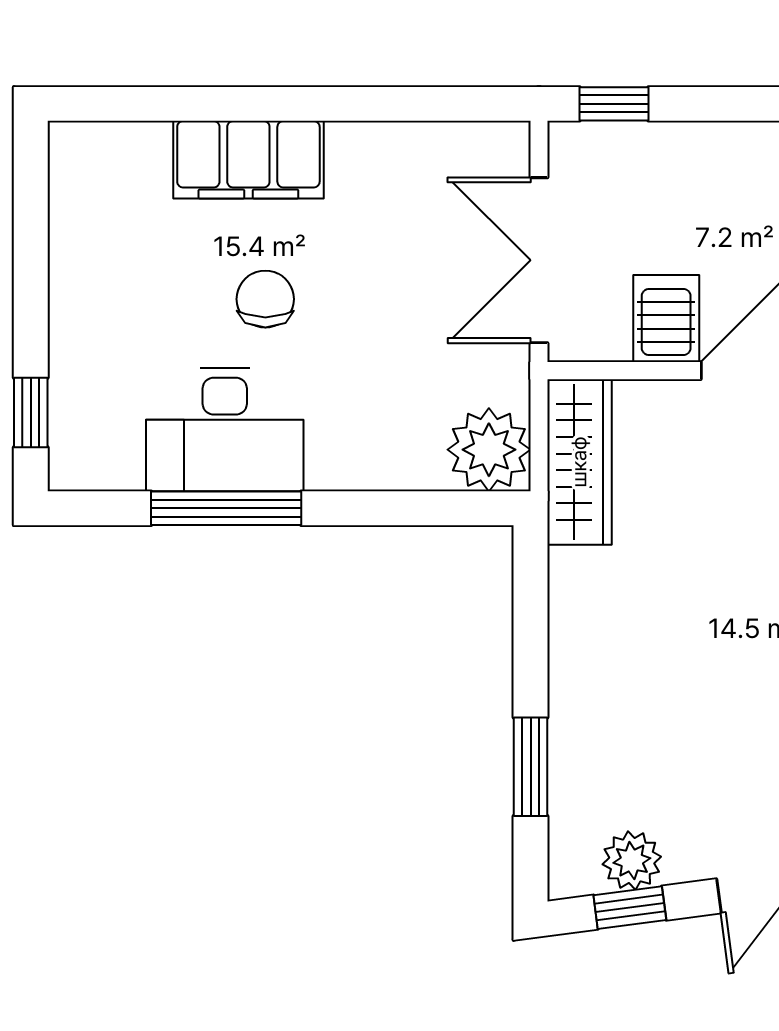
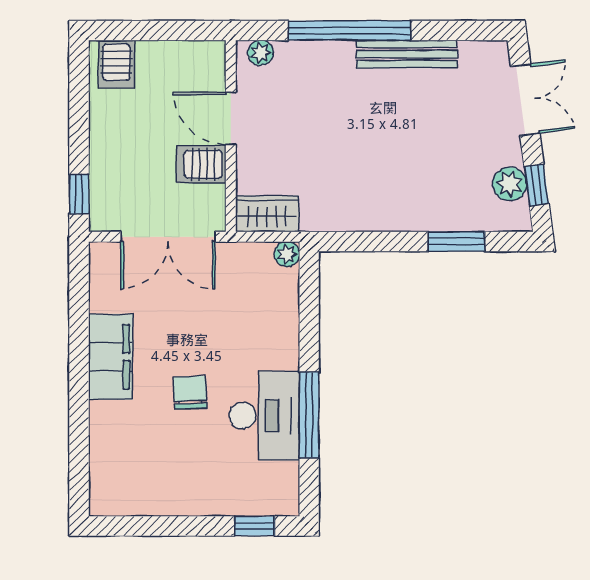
filing cabinet: (248, 160) -> (111, 357), moved
chair: (265, 299) -> (190, 393), turned 88
plant: (489, 450) -> (287, 254), width x0.53, depth x0.53
wardrobe: (579, 462) -> (267, 214), width x0.67

